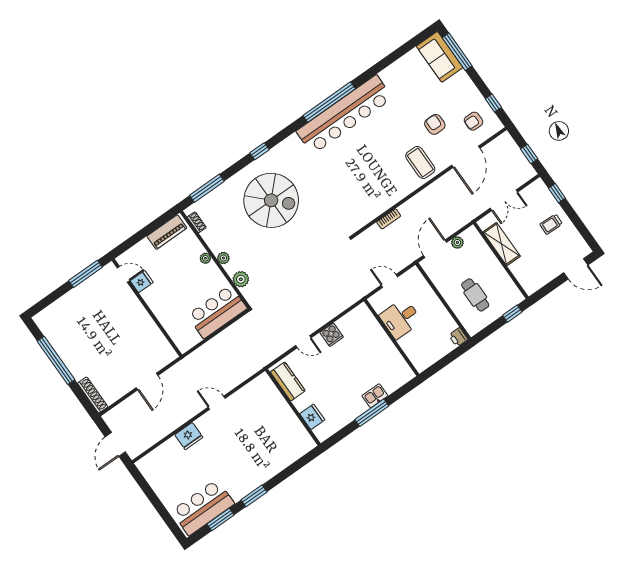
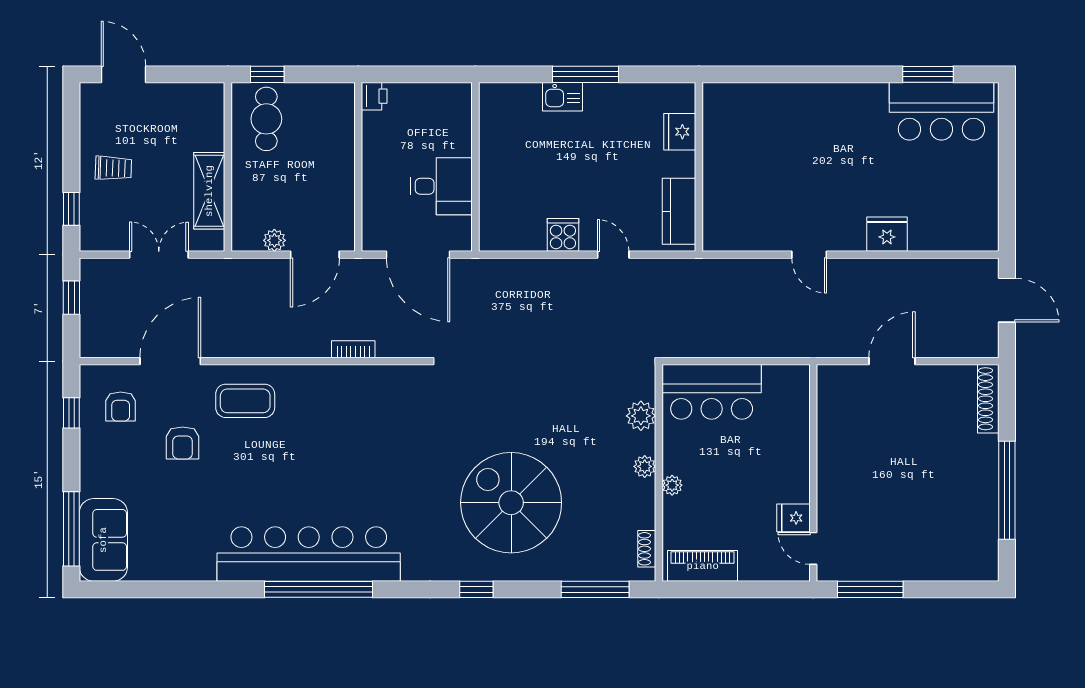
armchair: (474, 121) -> (121, 407), turned 90
coffee table: (420, 162) -> (245, 401), turned 90
door: (389, 281) -> (418, 255), width x1.88
cafe table: (475, 295) -> (266, 119), moved
door: (115, 444) -> (1007, 300), hinge flipped
window: (254, 496) -> (852, 74), removed

